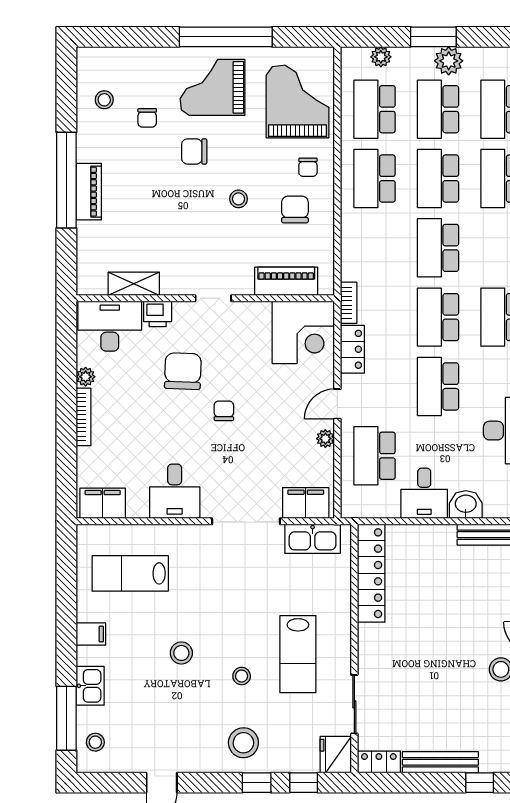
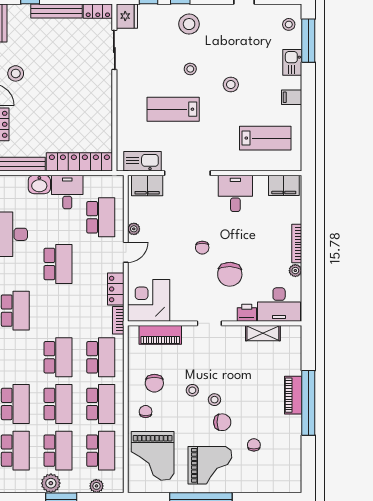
stool: (104, 100) -> (214, 400), moved
school desk: (438, 317) -> (101, 357), moved
locker: (371, 573) -> (79, 162), moved, turned 90
lab bench: (298, 654) -> (173, 109), moved, turned -90

